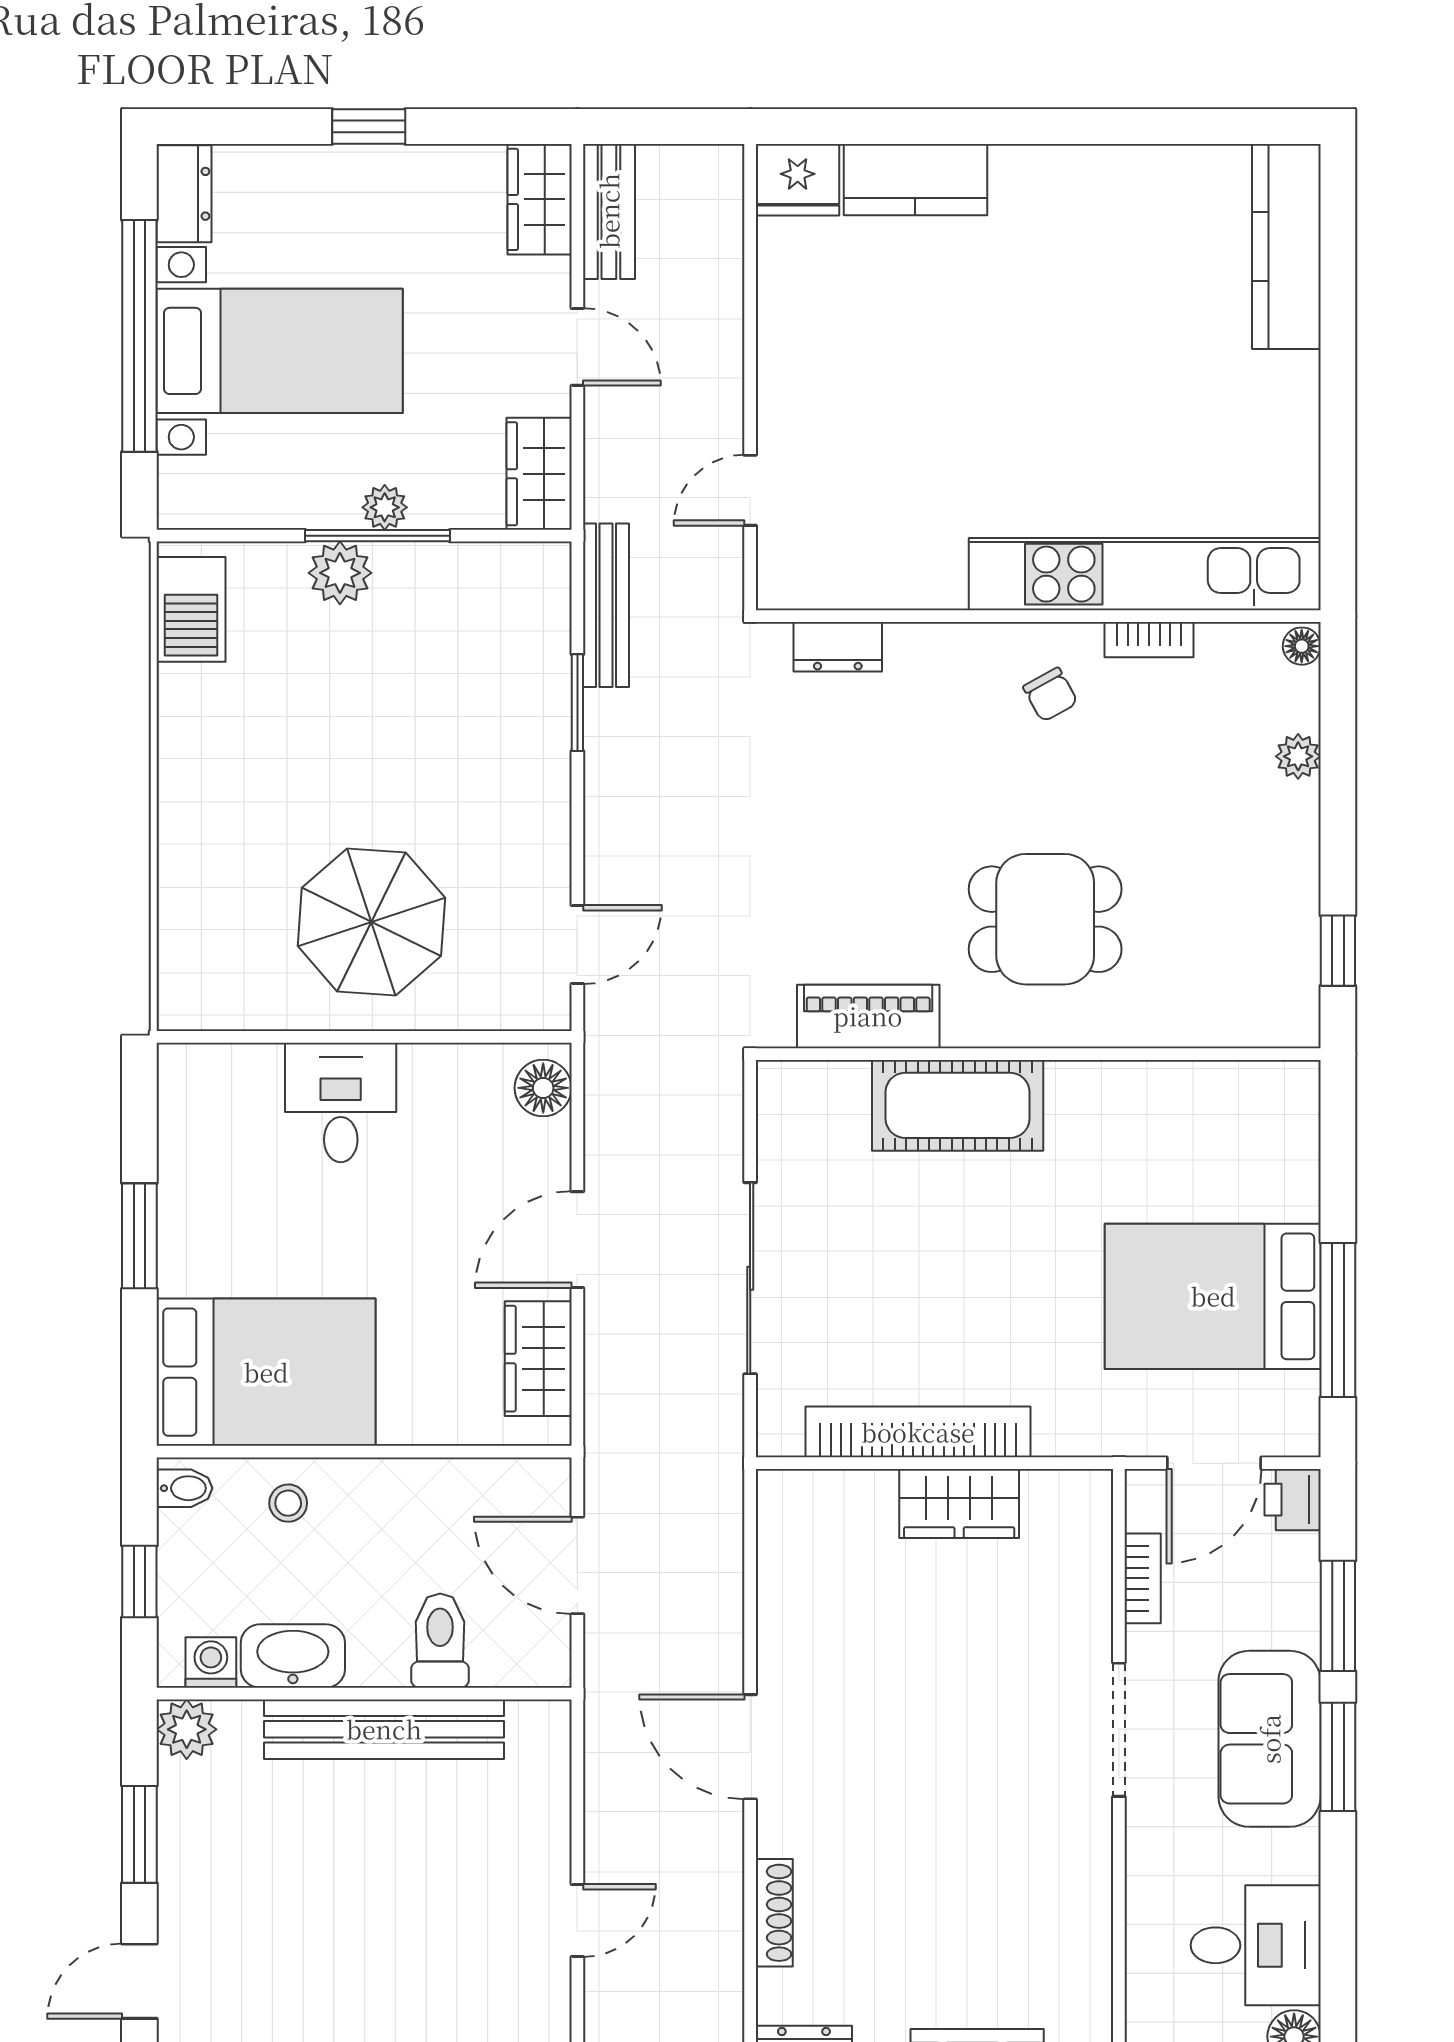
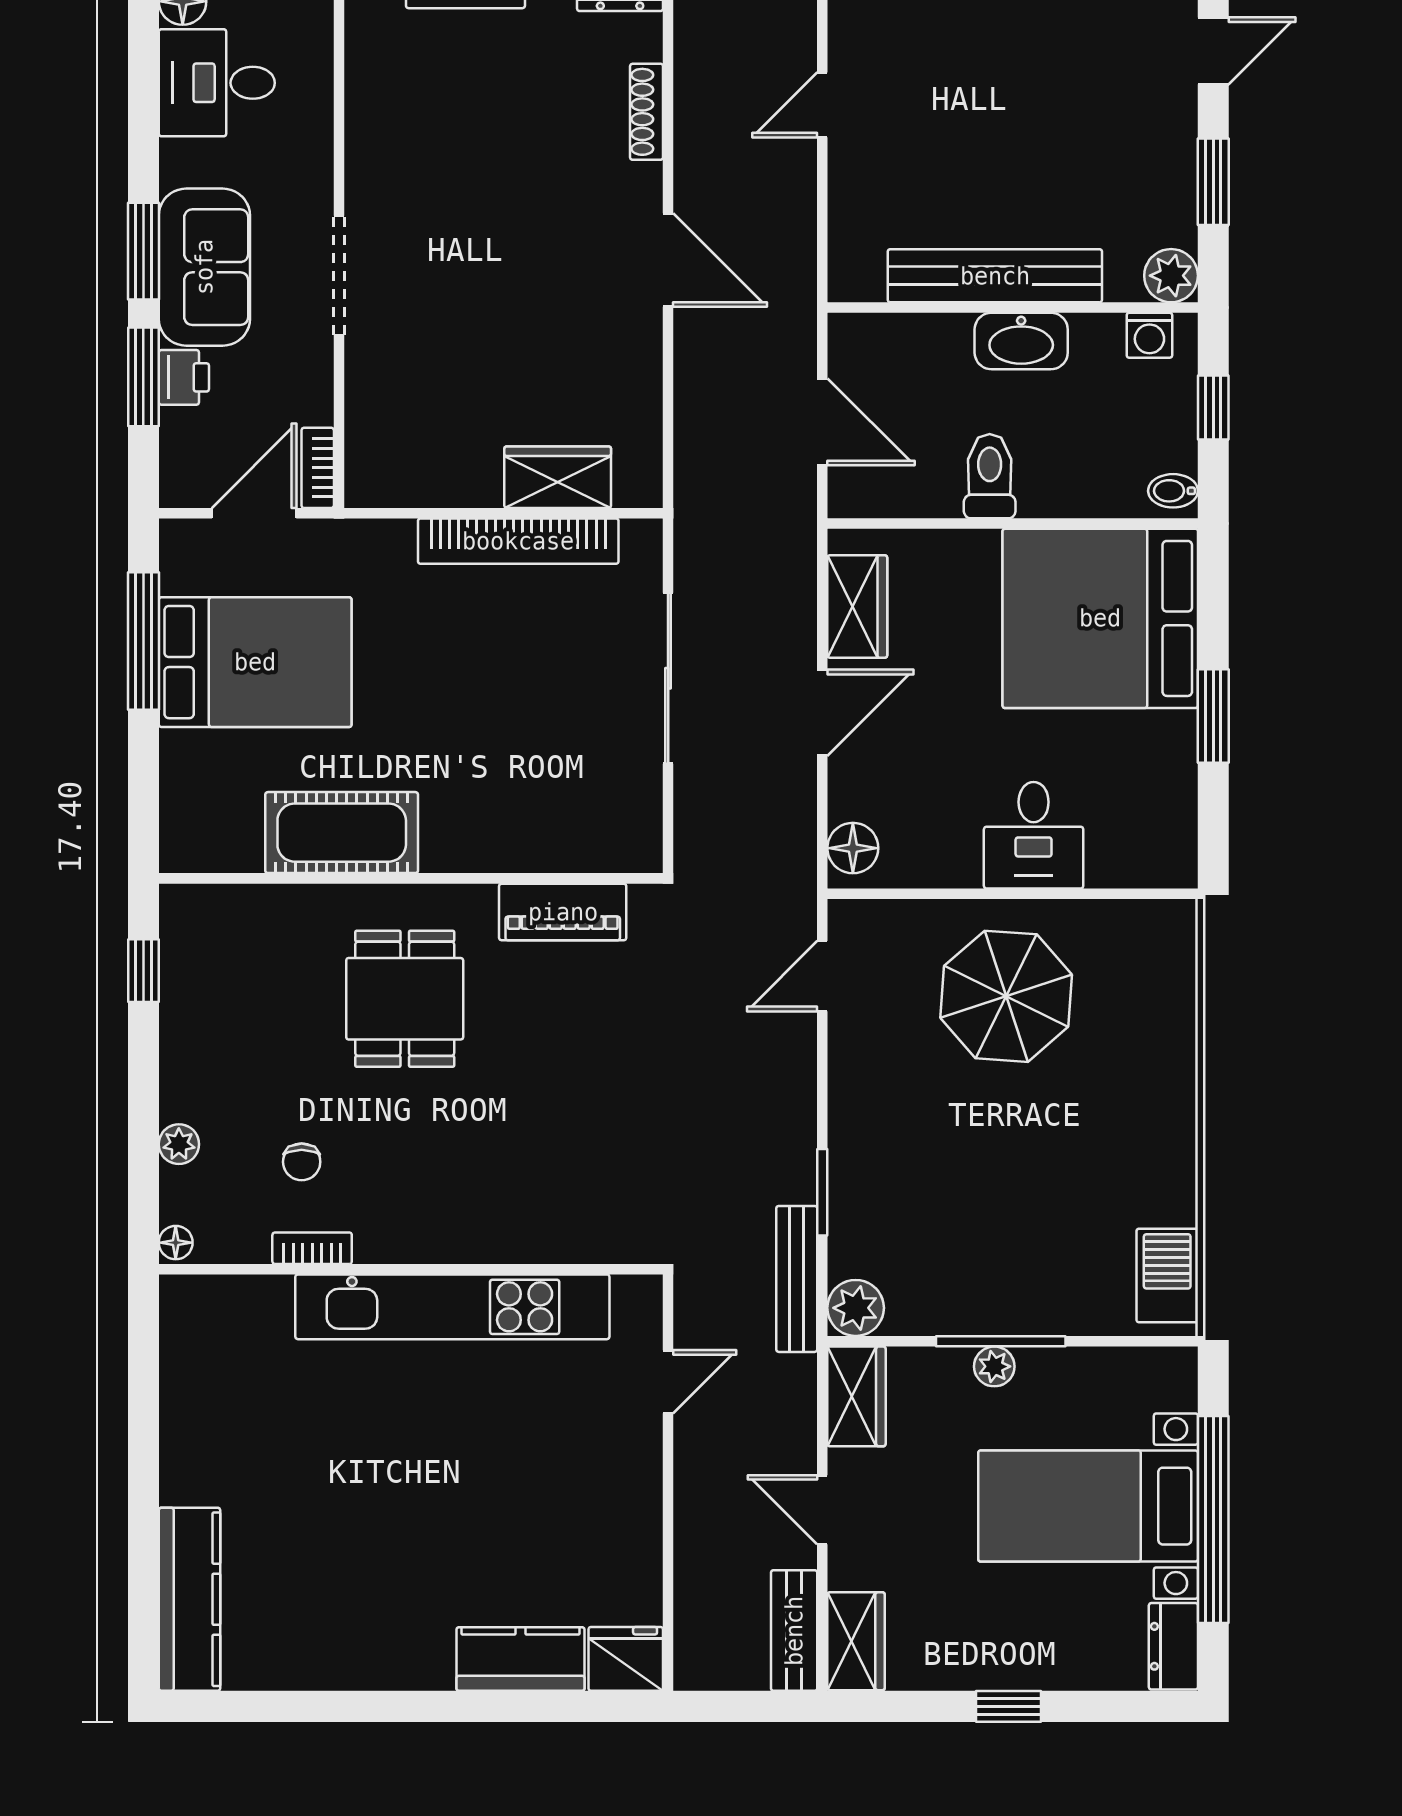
plant: (340, 573) -> (856, 1308), moved
kitchen unit: (1145, 574) -> (452, 1307), moved
dresser: (838, 647) -> (590, 1242), removed
chair: (1050, 695) -> (302, 1162), moved, turned -151
dining table: (1045, 919) -> (405, 999), turned 90
cot: (958, 1105) -> (342, 833), moved
bed: (266, 1372) -> (1100, 618), width x1.36
printer: (1293, 1500) -> (184, 377), moved
stool: (288, 1503) -> (1080, 478), removed
wardrobe: (959, 1503) -> (558, 477), moved
bookcase: (1143, 1578) -> (318, 468), moved
toilet: (440, 1641) -> (990, 476), moved, turned 180
washbasin: (293, 1656) -> (1021, 341), moved

